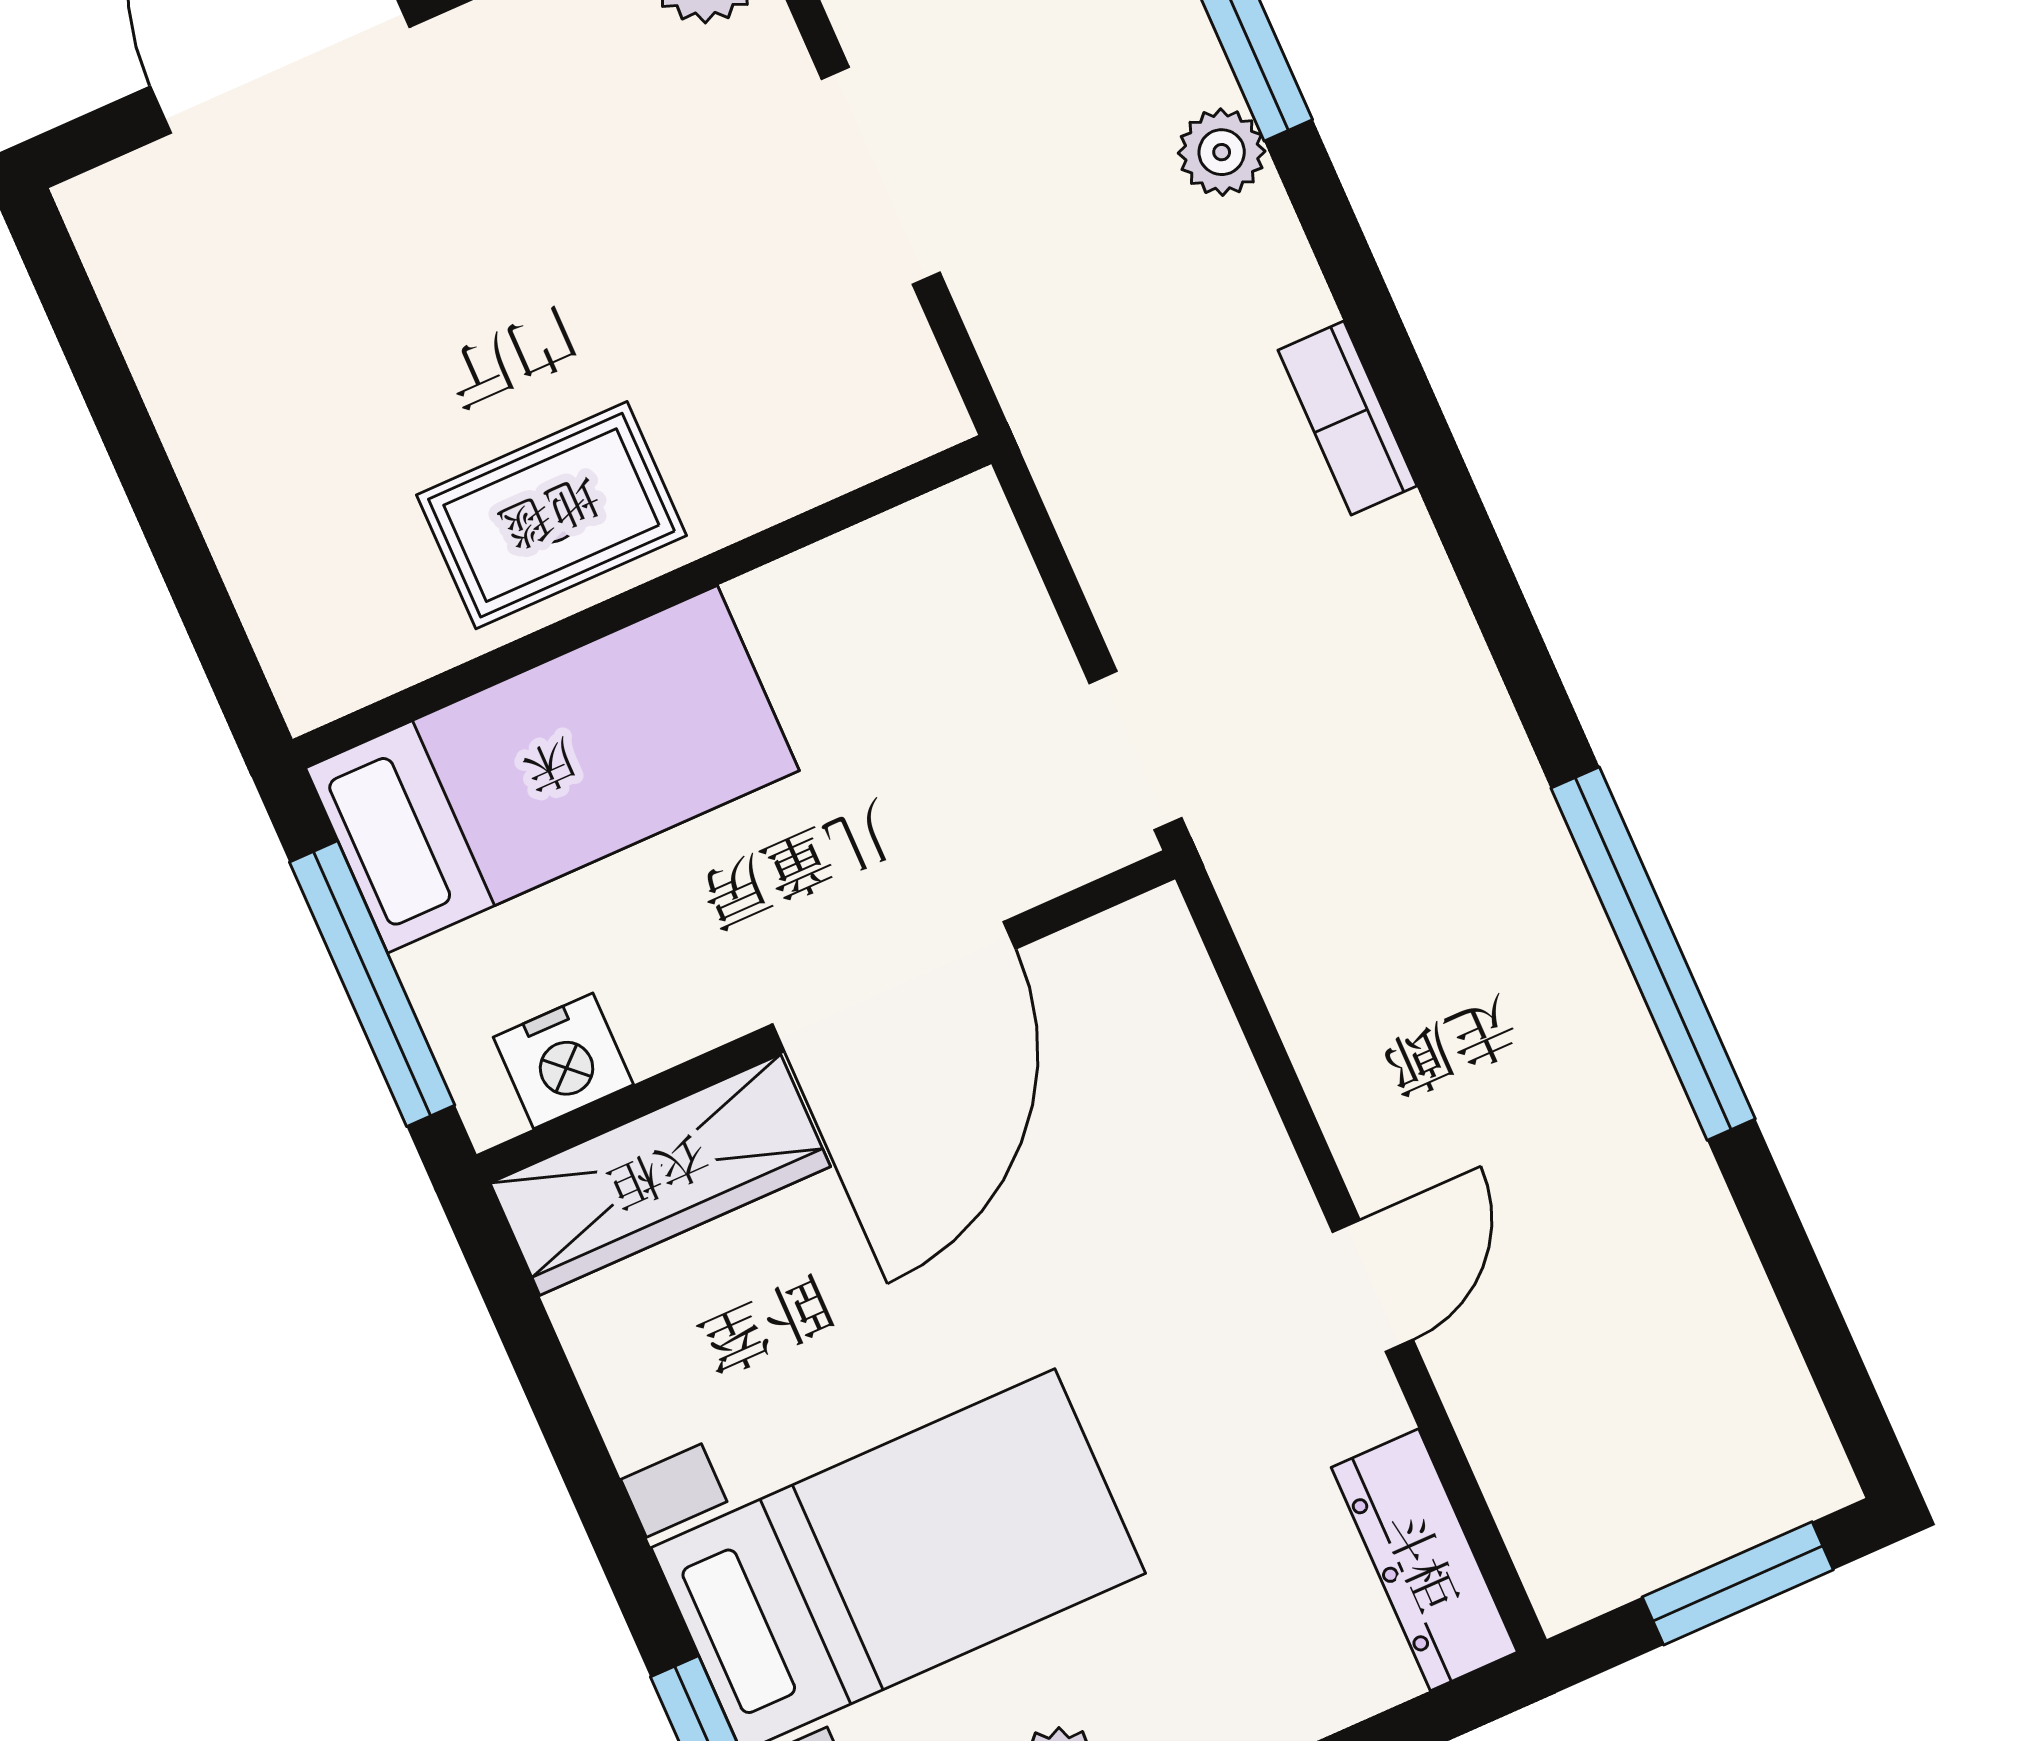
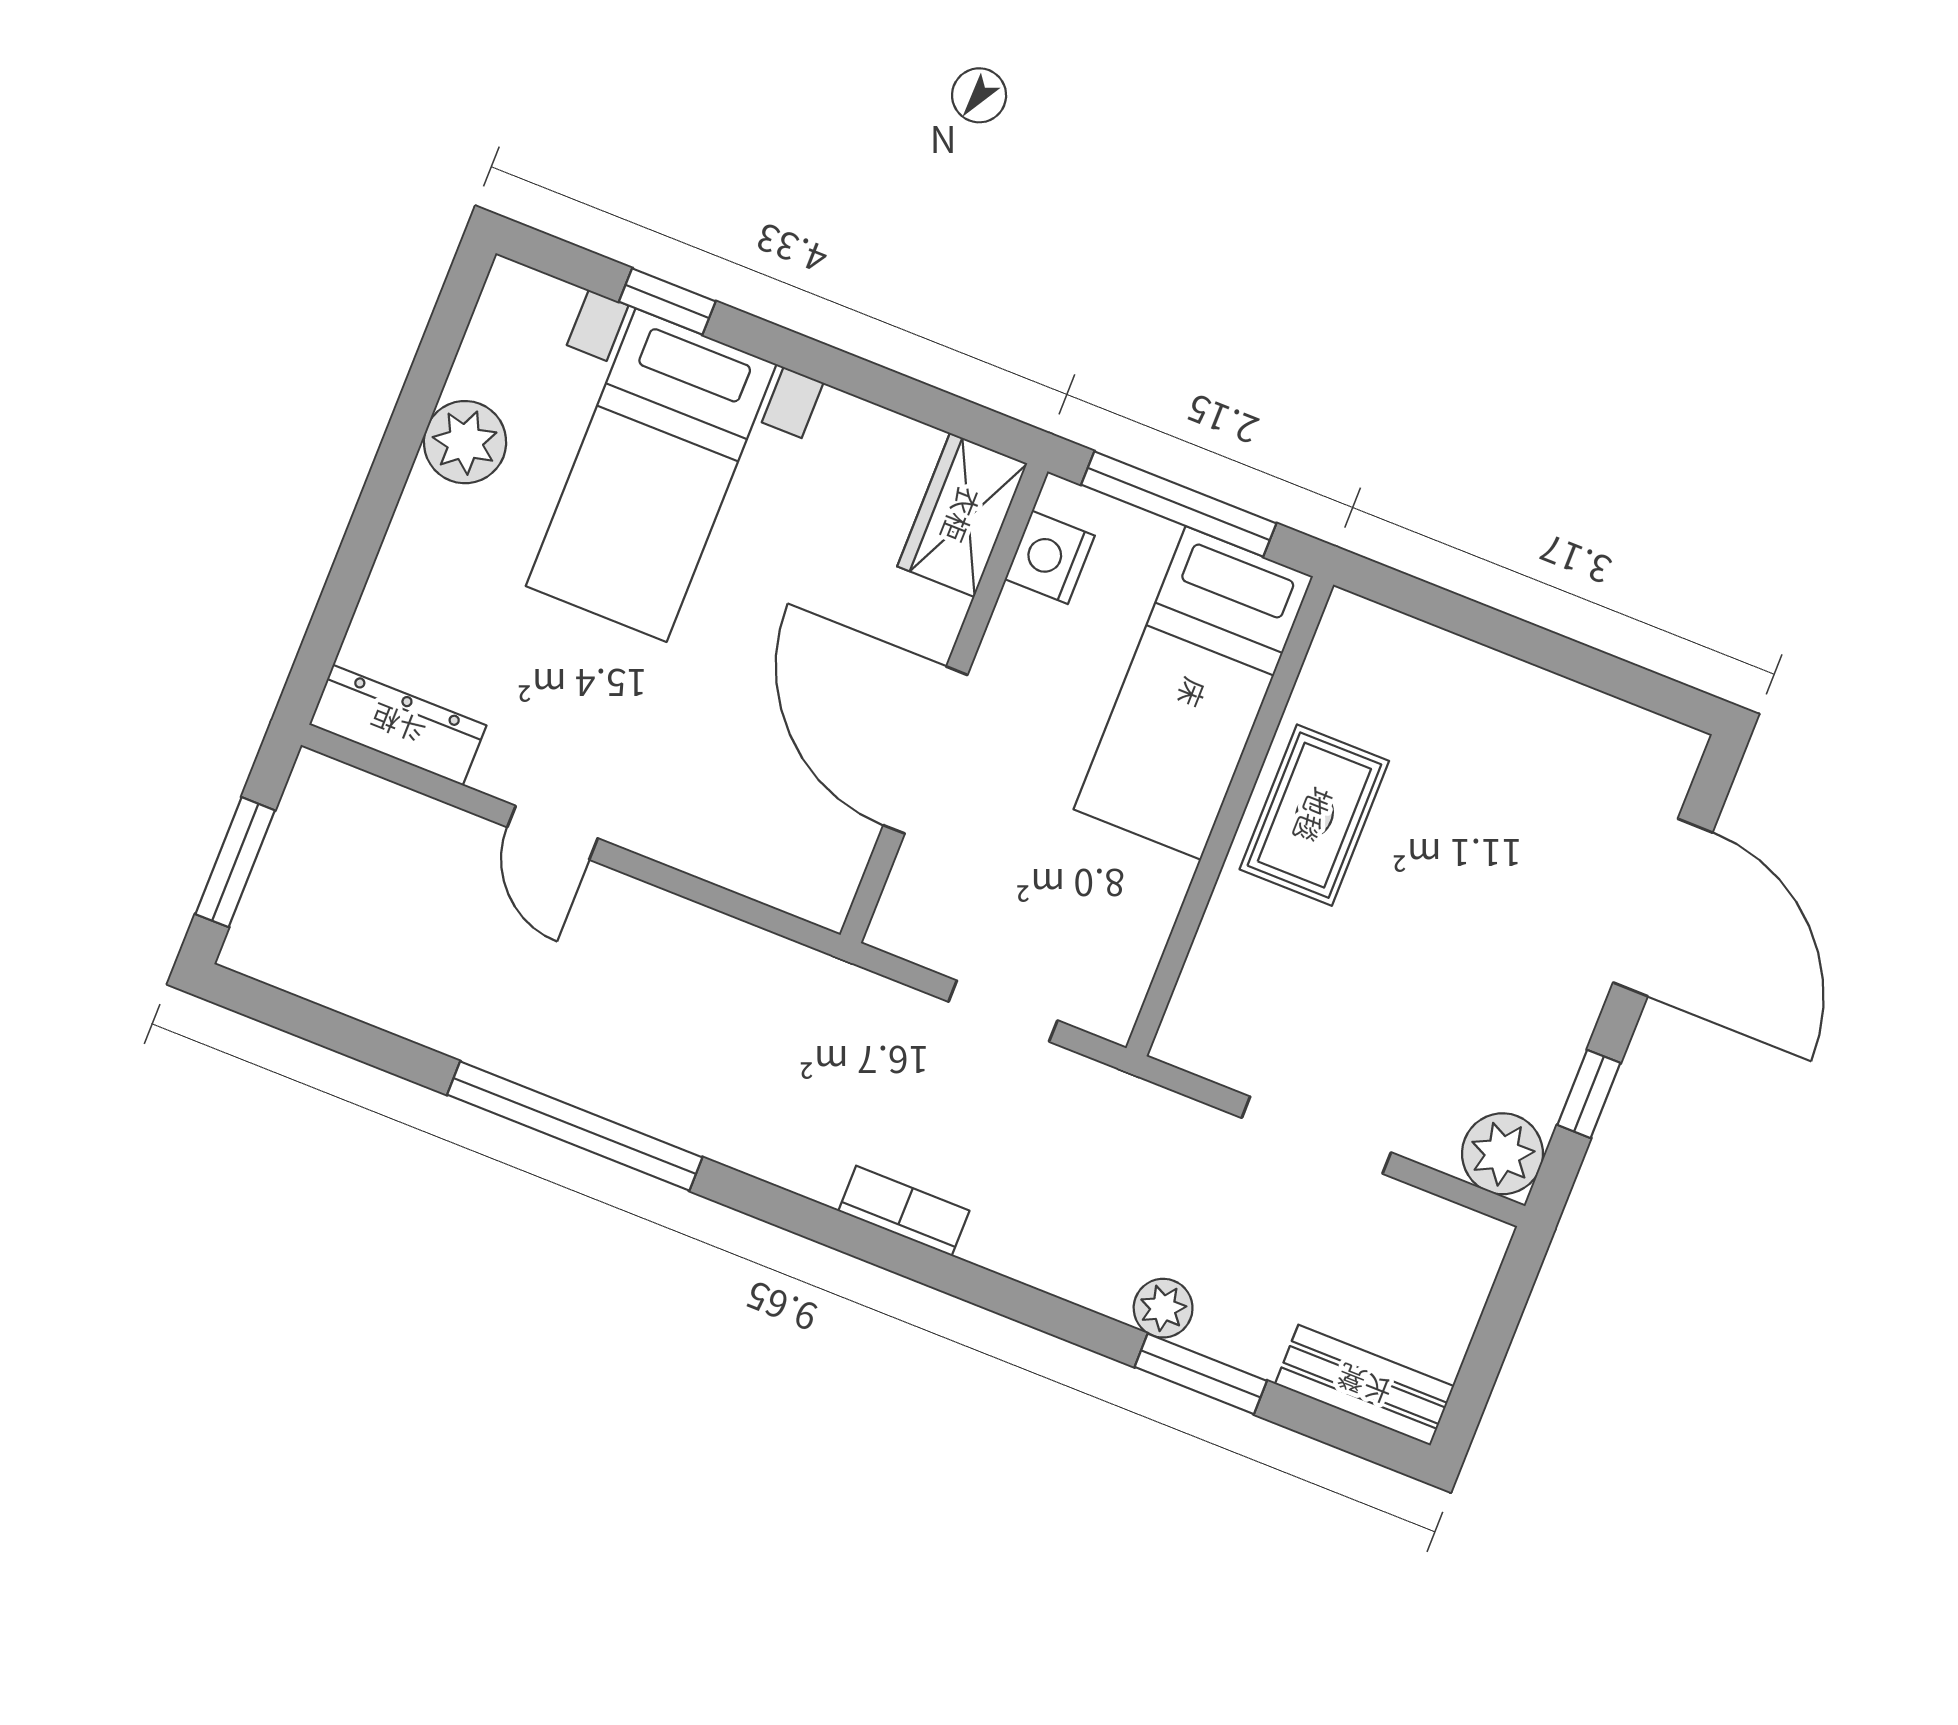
bookcase: (1347, 418) -> (904, 1211), moved
doorway: (1136, 751) -> (1003, 1011), moved
wardrobe: (660, 1175) -> (962, 515), width x0.67

